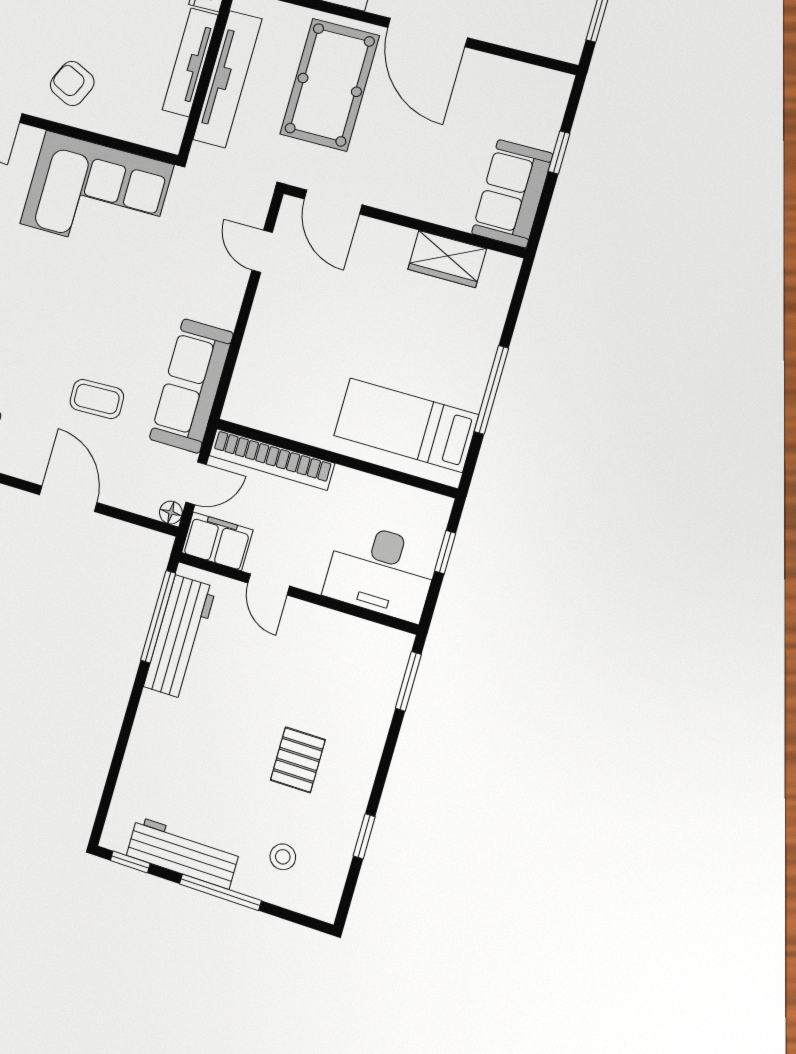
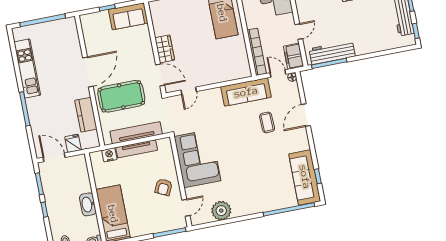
door: (333, 202) -> (160, 75), hinge flipped
wardrobe: (447, 259) -> (165, 49), moved

